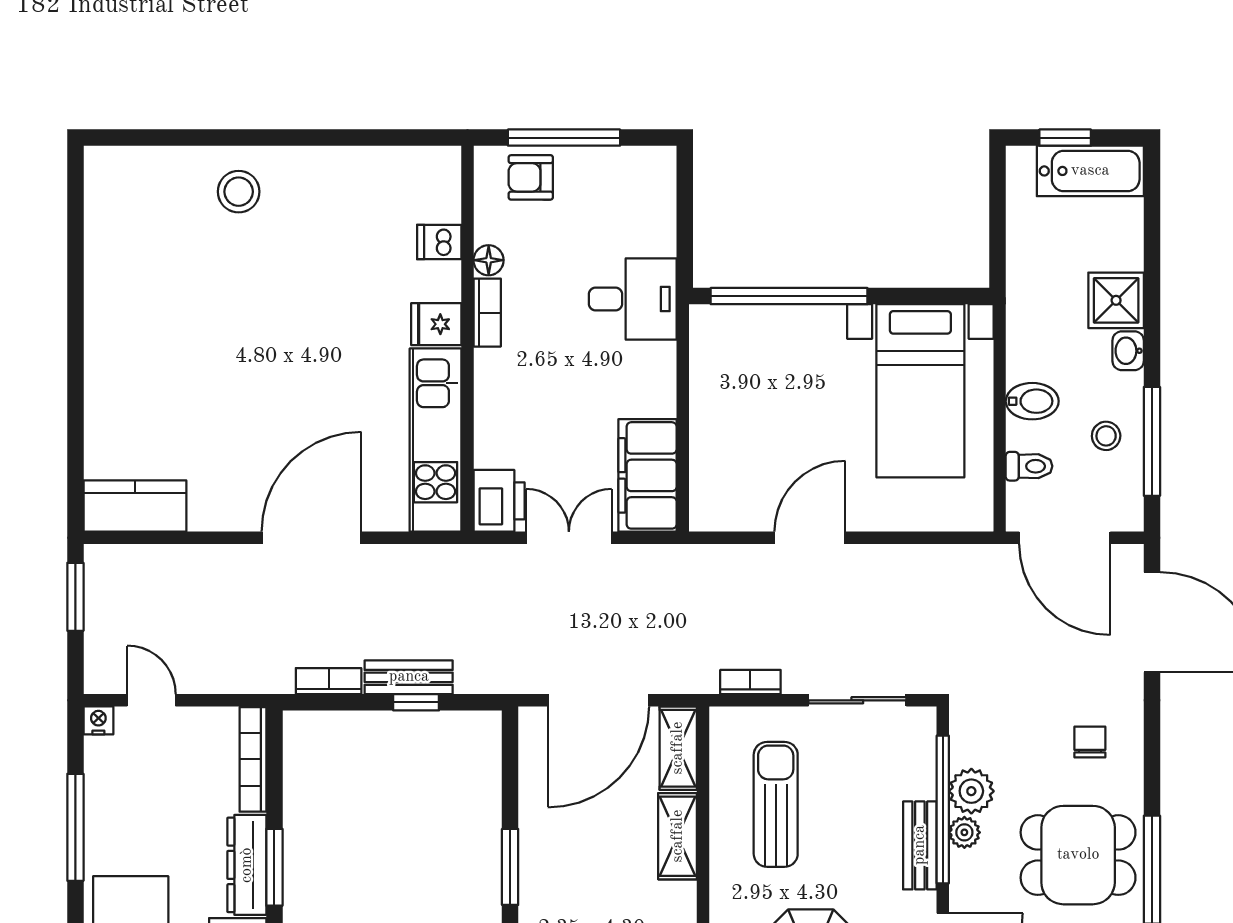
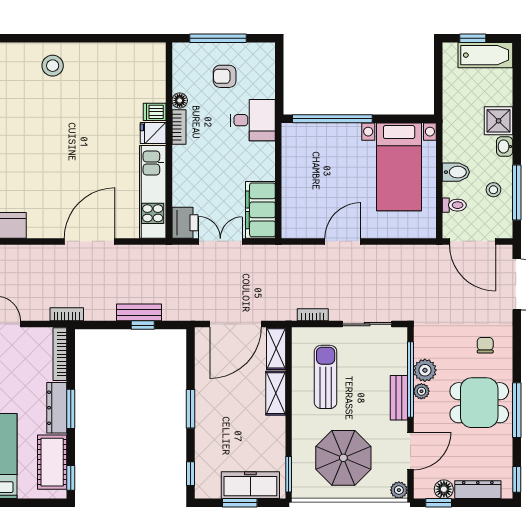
armchair: (531, 177) -> (225, 76), moved
dishwasher: (439, 242) -> (155, 112), moved
bookcase: (329, 681) -> (67, 314), moved

